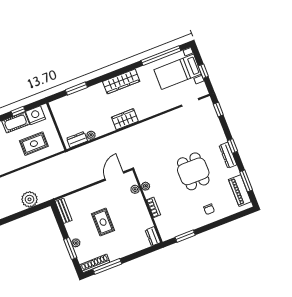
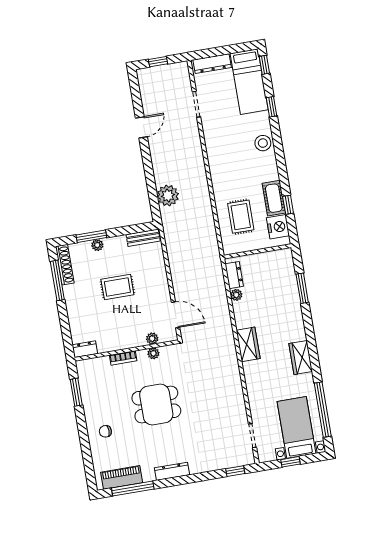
wardrobe: (121, 81) -> (301, 358), width x0.67
window: (233, 146) -> (183, 480), removed
dining table: (193, 171) -> (156, 405), moved
window: (246, 181) -> (133, 488), width x1.44

